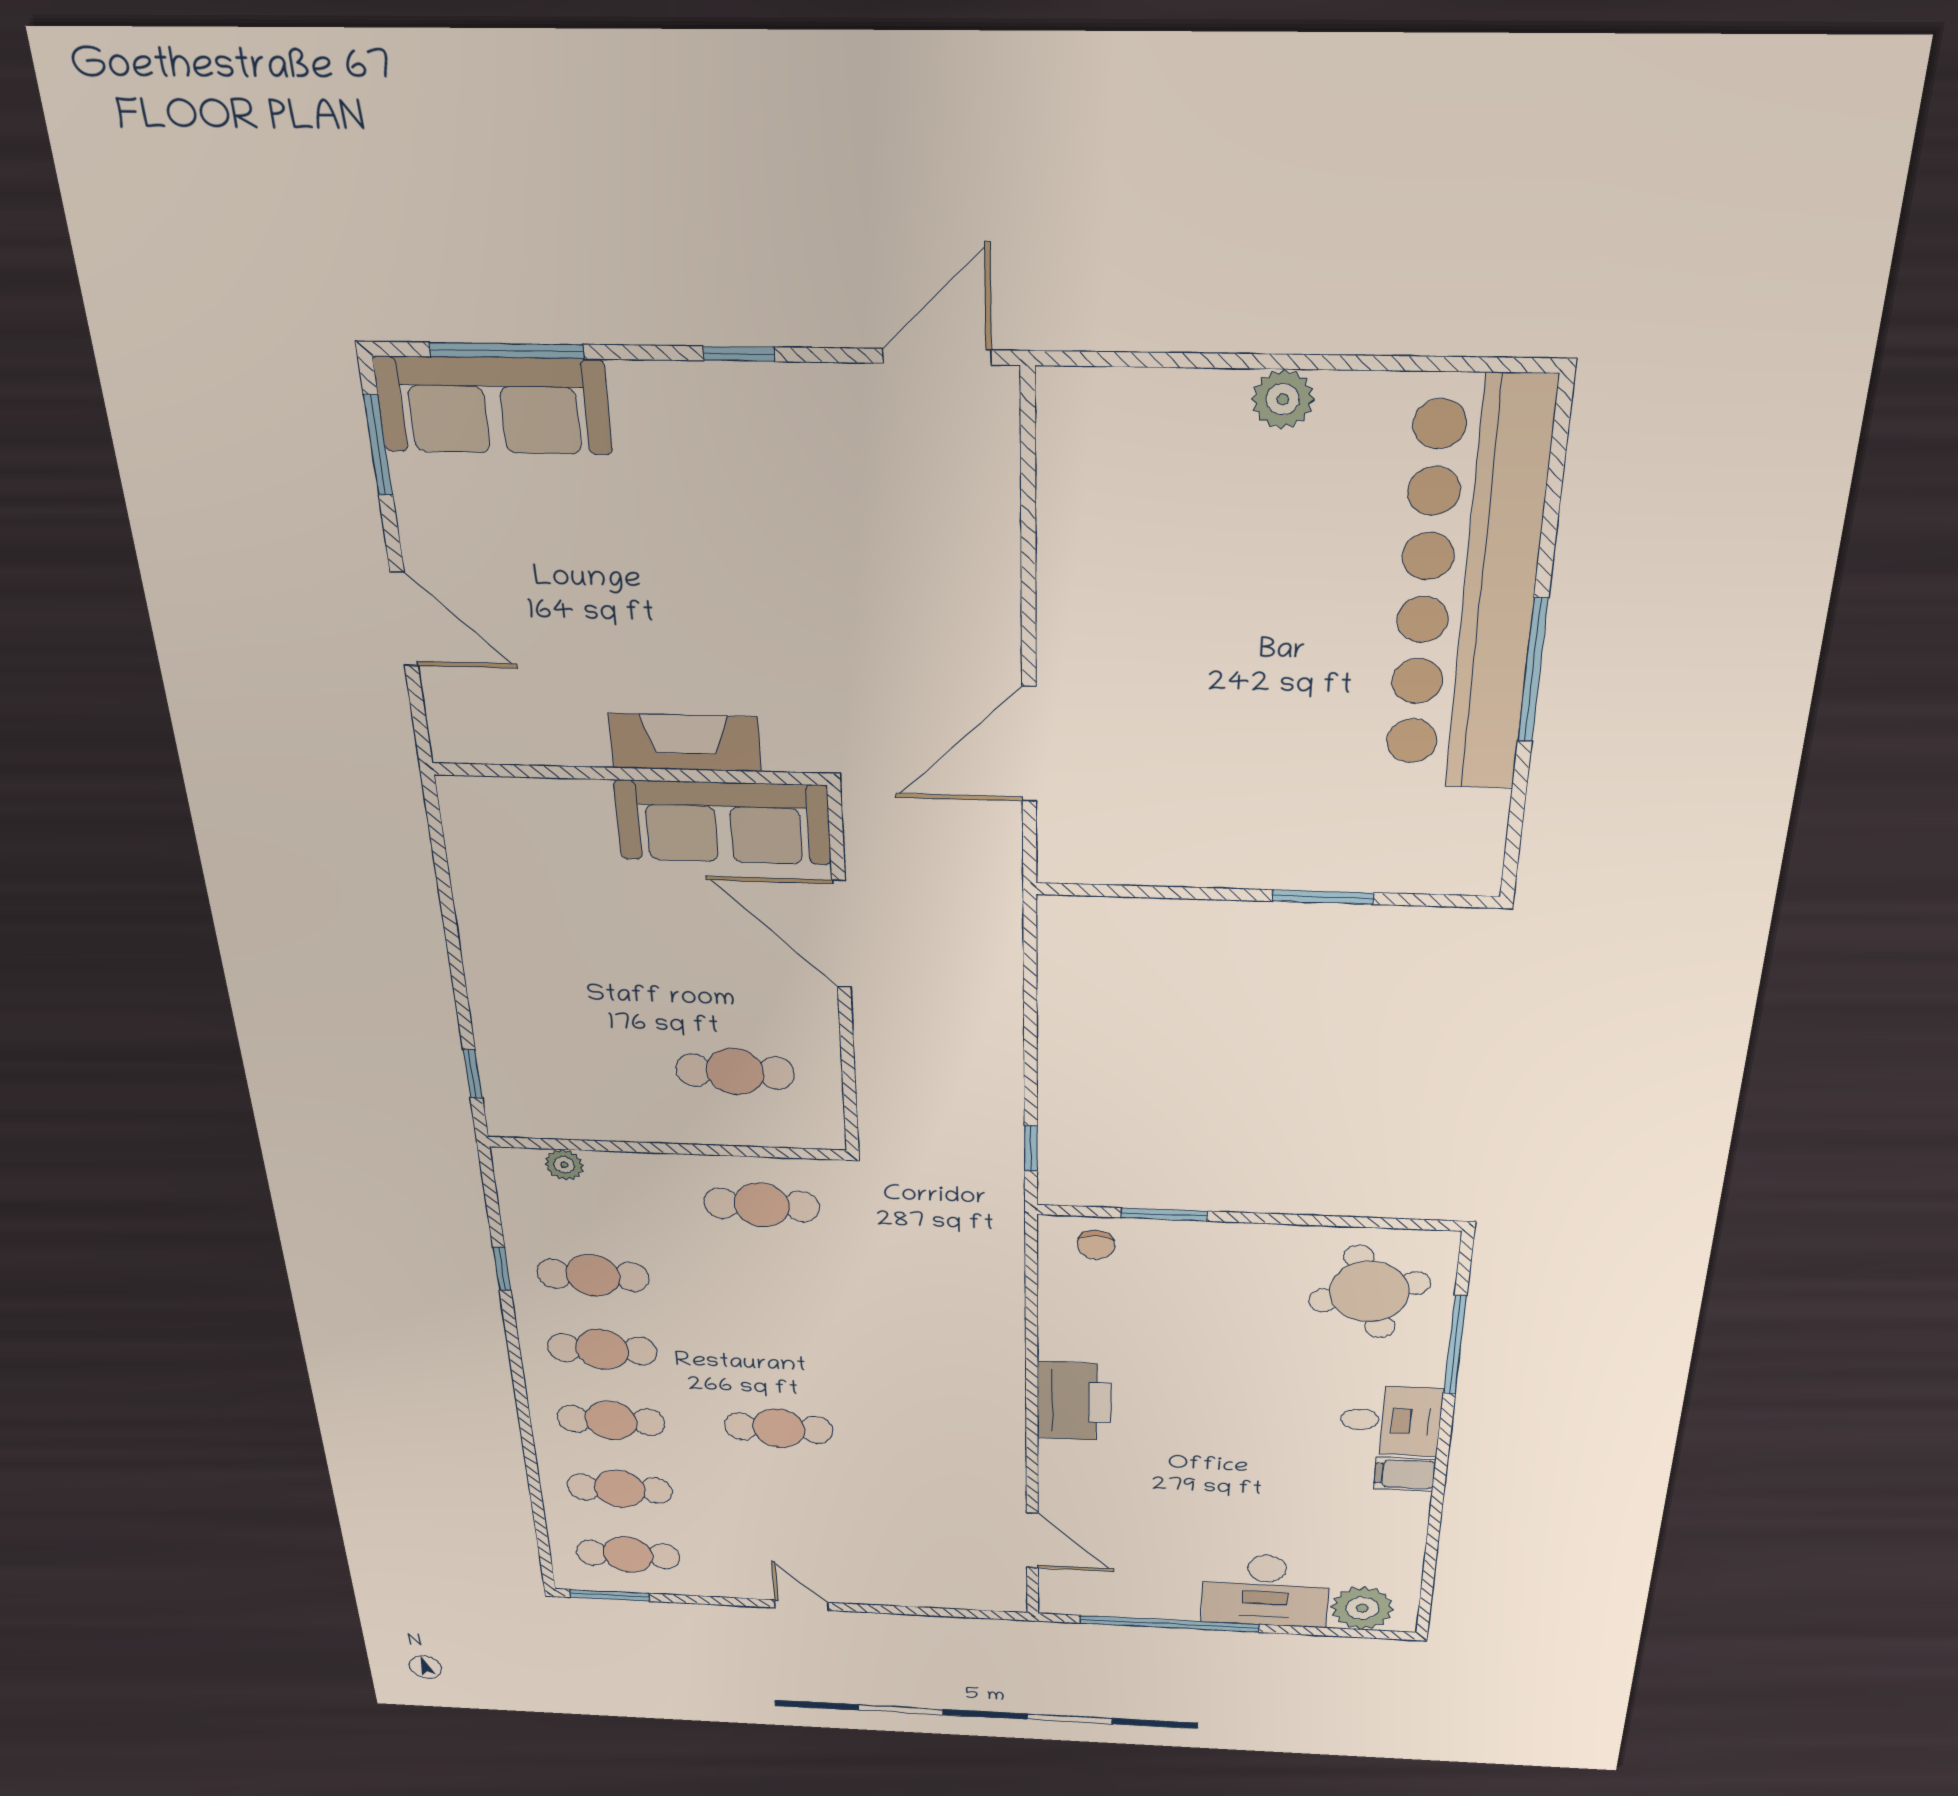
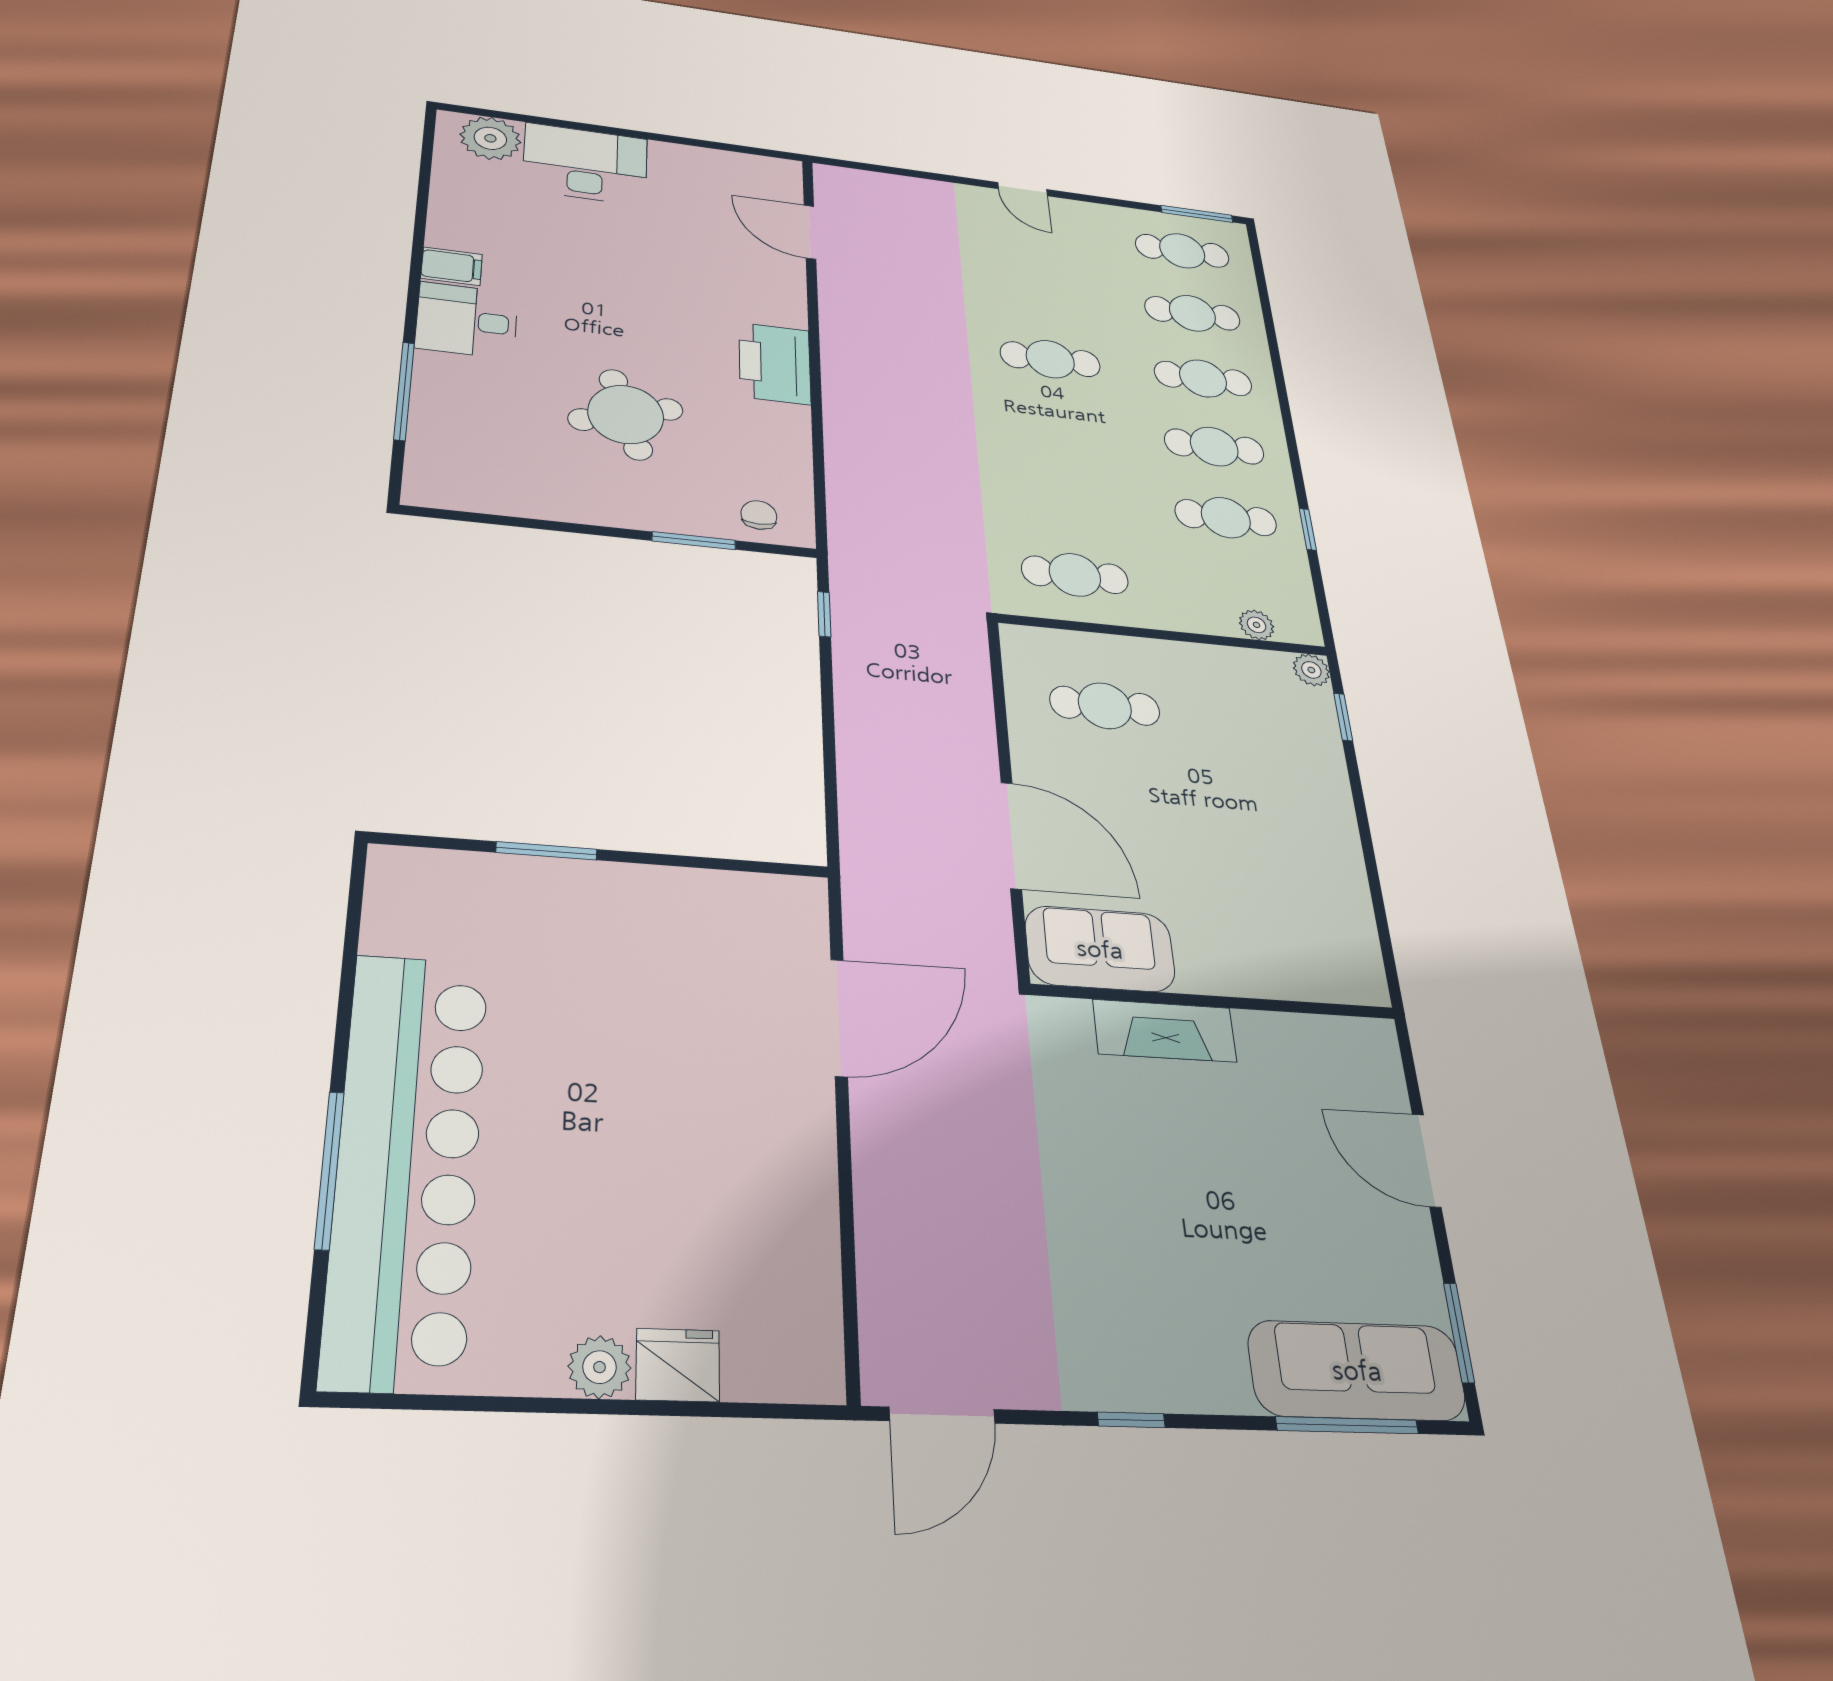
fridge: (1205, 402) -> (678, 1365), added
window: (1533, 670) -> (329, 1170), moved
sofa: (723, 822) -> (1100, 949), width x0.73
plant: (506, 1121) -> (1311, 670), added
round table: (1369, 1292) -> (626, 414), moved
window: (1169, 1624) -> (677, 140), removed

